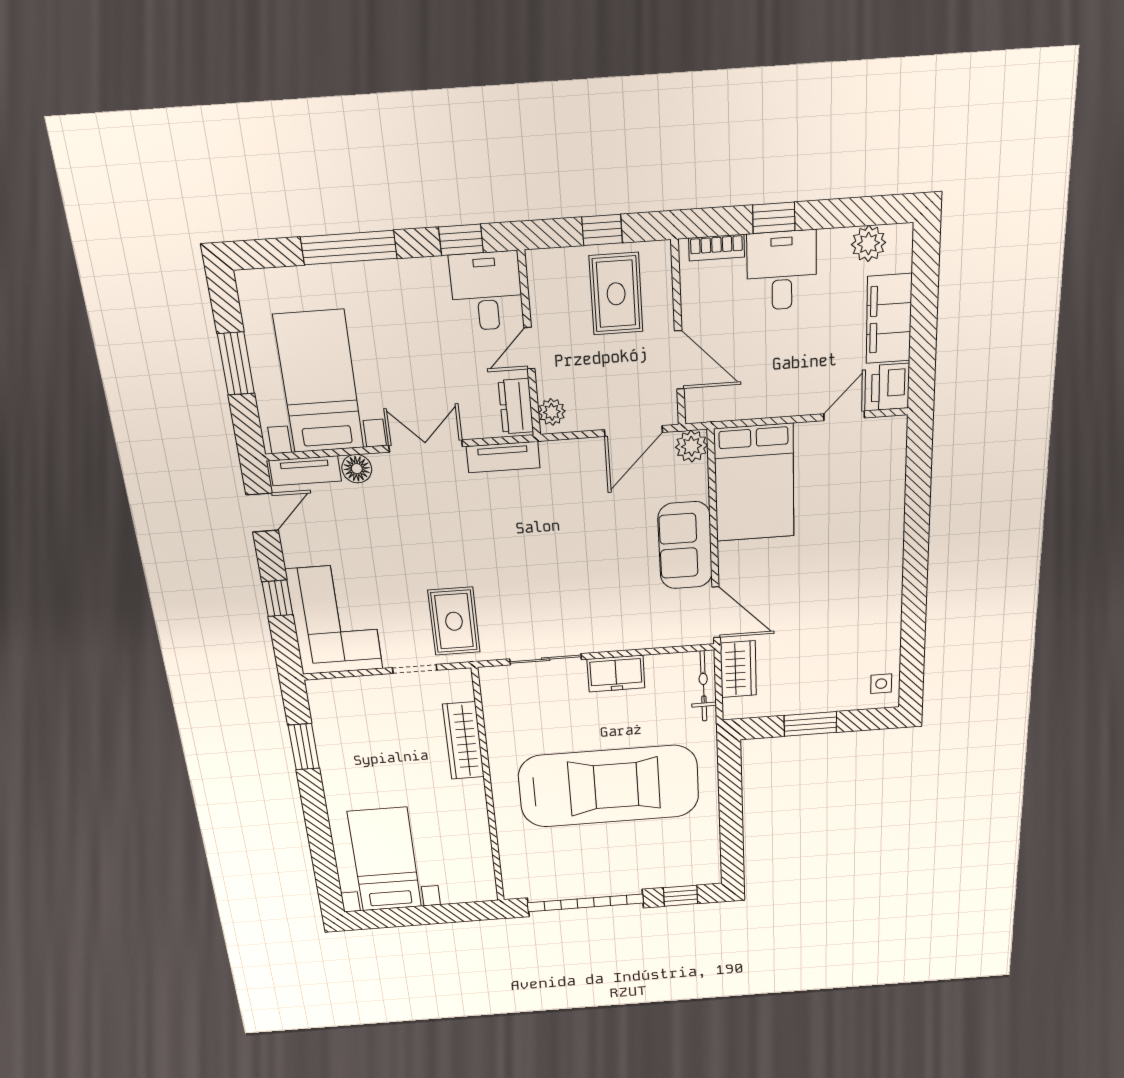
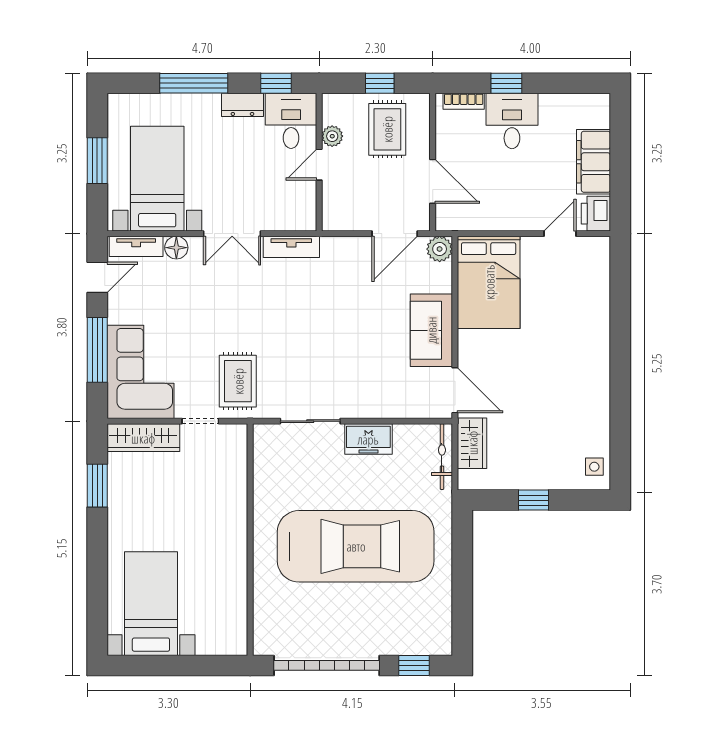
plant: (868, 244) -> (577, 106), removed
dresser: (516, 406) -> (242, 105), moved, turned -90
plant: (552, 412) -> (332, 136), moved
double door: (426, 446) -> (232, 234), swing flipped
window: (277, 598) -> (97, 350), width x2.17
window: (810, 724) -> (533, 500), width x0.67
wardrobe: (463, 741) -> (143, 438), moved, turned -90

